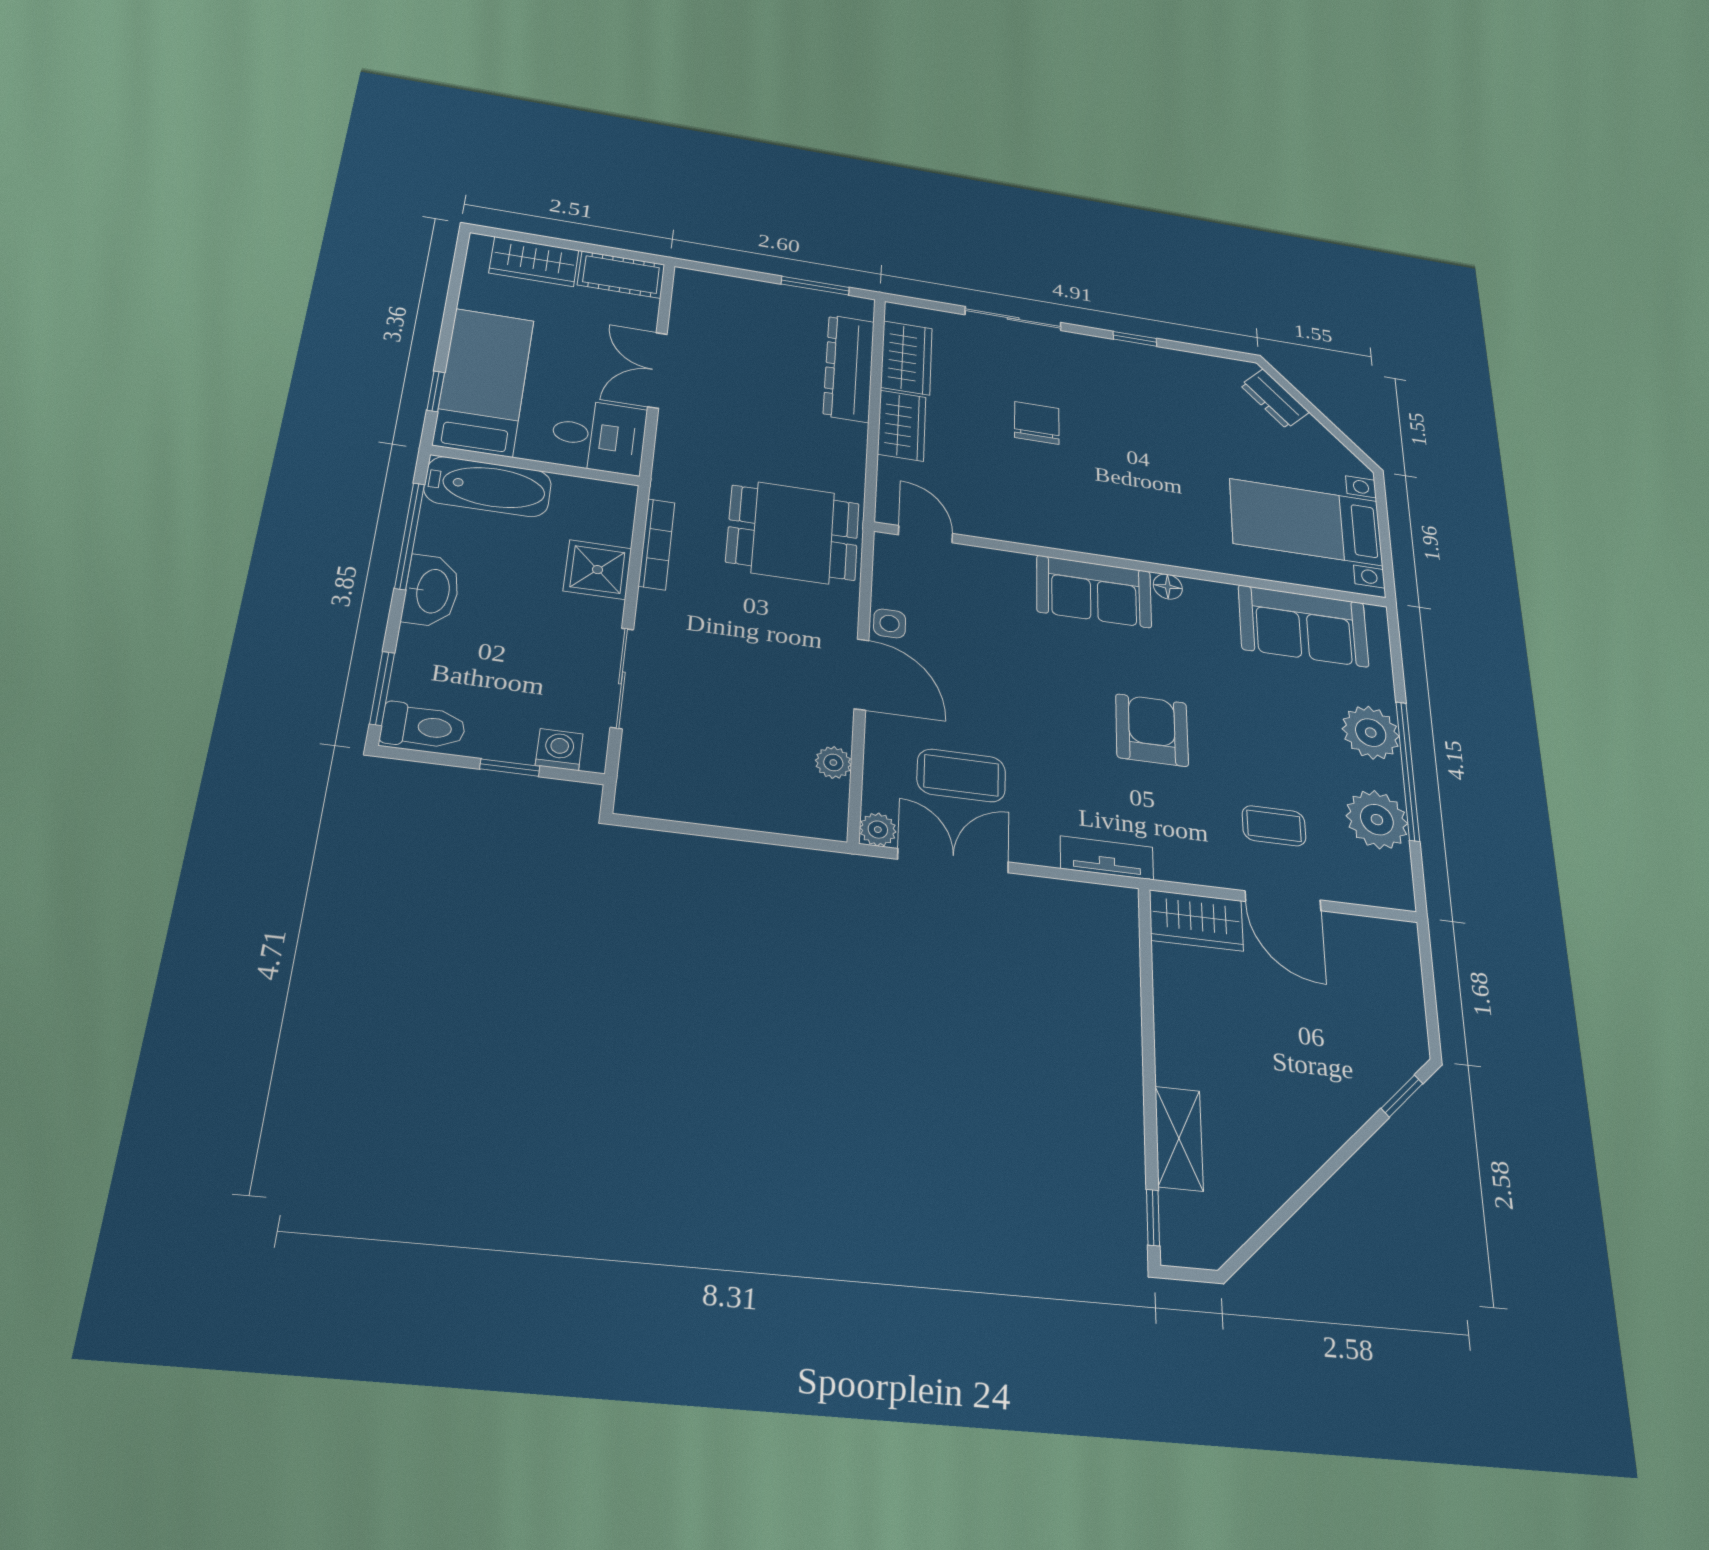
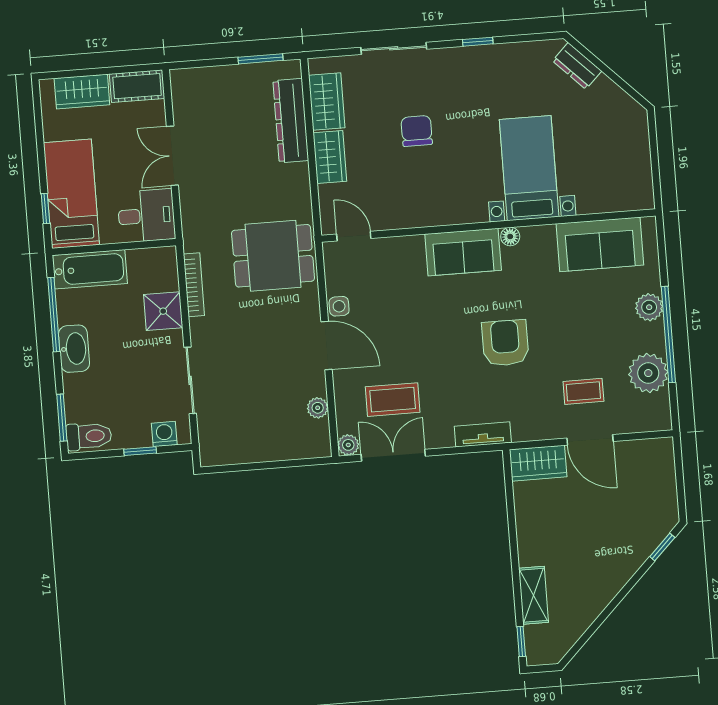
bed with nightstands: (1306, 522) -> (529, 168), moved, turned 90
plant: (1371, 733) -> (649, 307), width x0.73, depth x0.73

